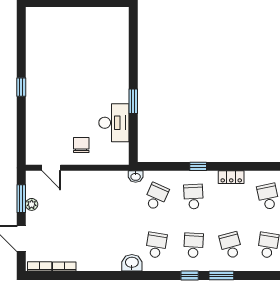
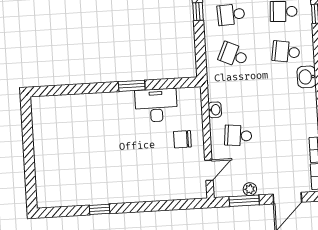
window: (21, 87) -> (100, 209), moved
washbasin: (136, 177) -> (215, 110), moved
school desk: (82, 197) -> (238, 136), added

